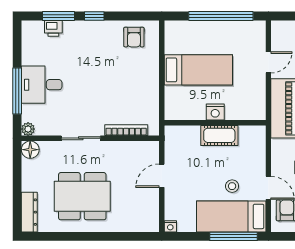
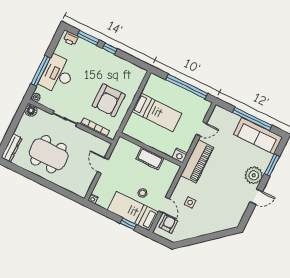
printer: (53, 28) -> (71, 39), moved
armchair: (134, 37) -> (109, 100), moved, width x1.88, depth x1.88
desk: (42, 85) -> (57, 74), width x1.37
nightstand: (215, 112) -> (180, 155), moved
door: (162, 176) -> (103, 166), hinge flipped
window: (234, 236) -> (128, 224), width x0.46

